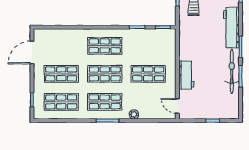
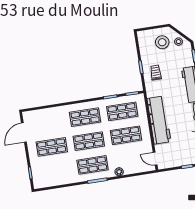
workbench: (186, 75) -> (159, 120), width x1.88, depth x1.32
shop shelf: (61, 102) -> (122, 111), moved

